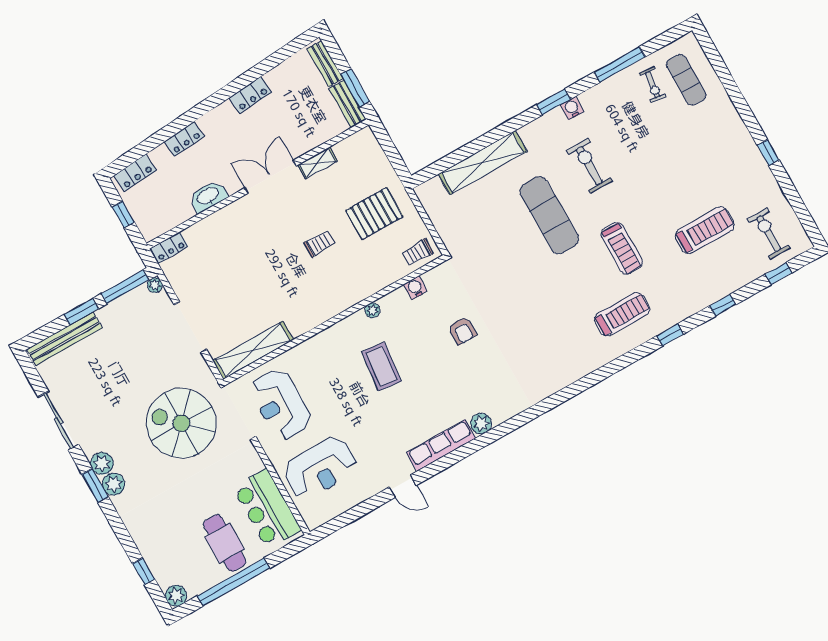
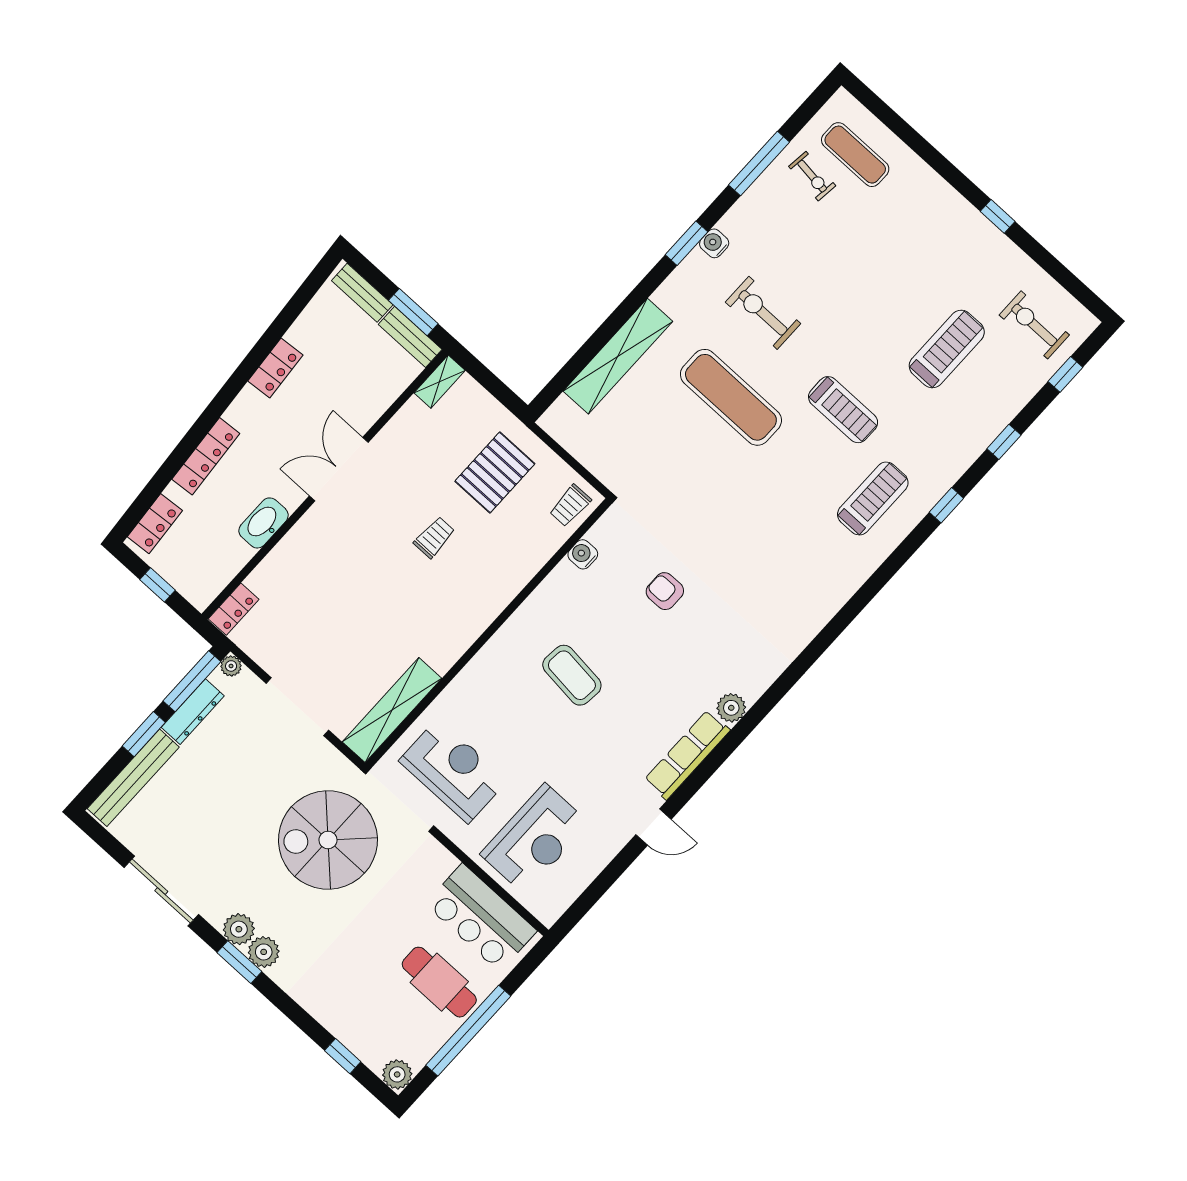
locker: (184, 139) -> (206, 456), width x1.53
shelving: (318, 163) -> (440, 382), moved
dresser: (119, 307) -> (193, 712), added
plant: (372, 310) -> (535, 604), removed
armchair: (462, 331) -> (665, 591), turned 180
reception desk: (281, 404) -> (453, 771), turned 180

